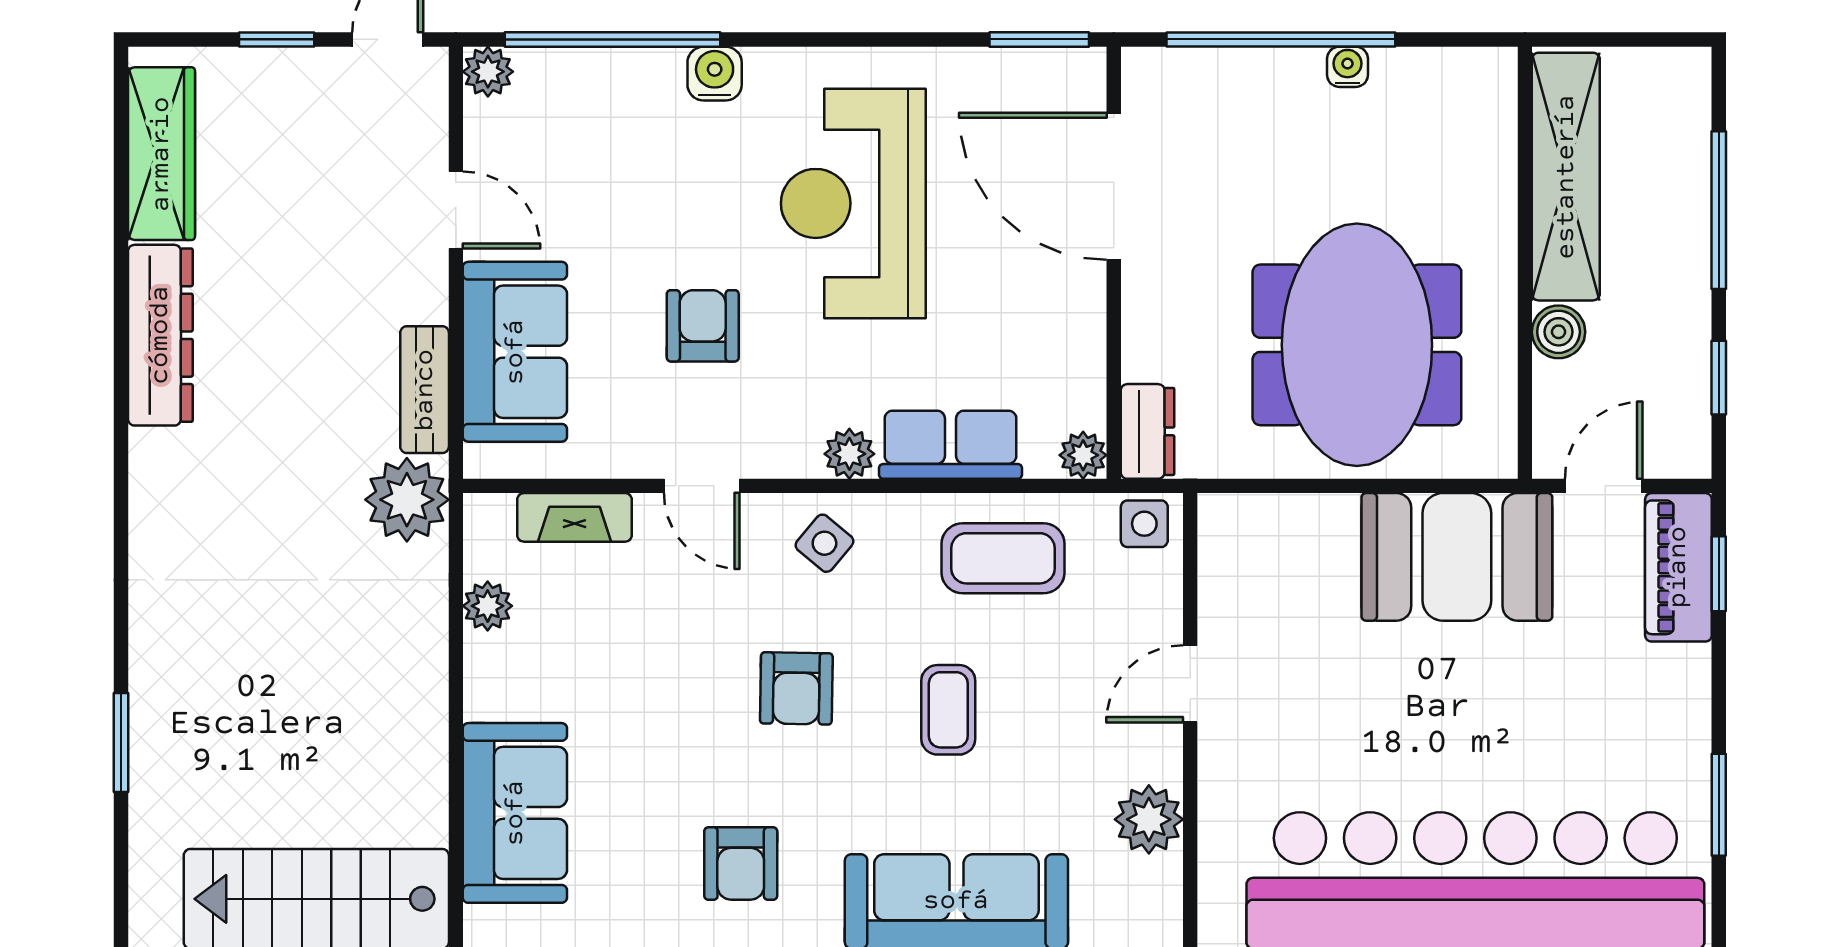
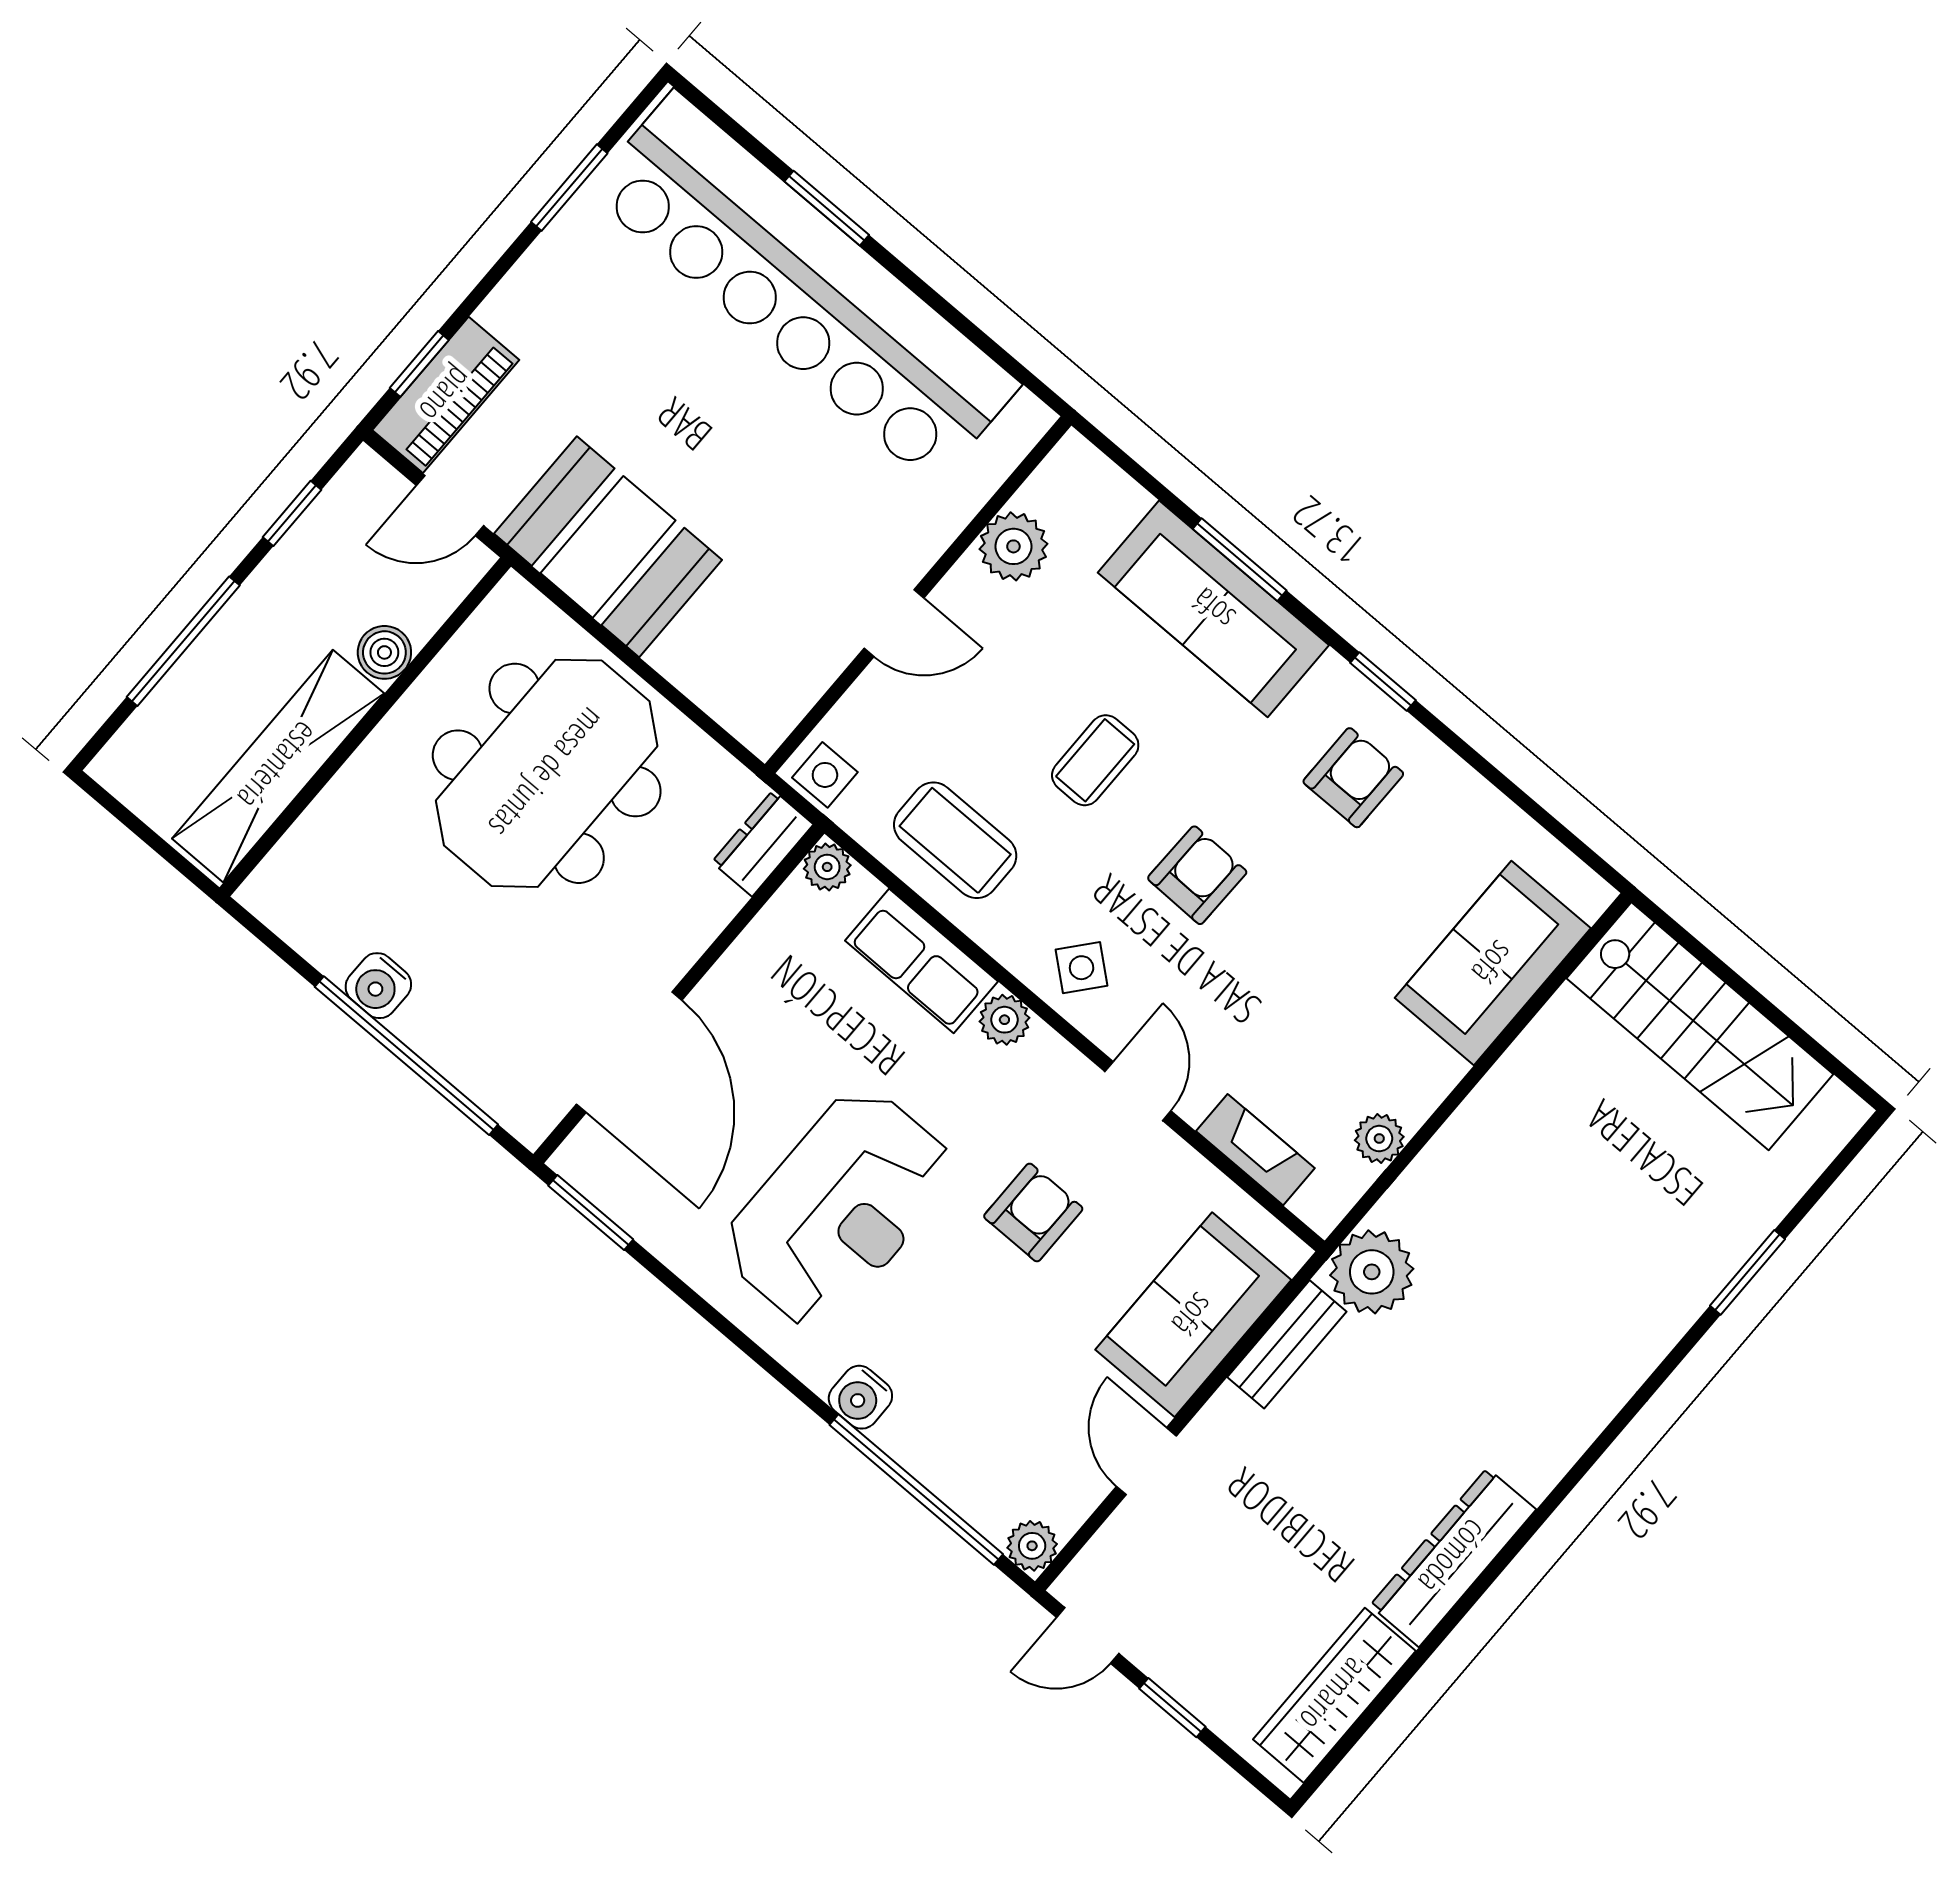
water cooler: (1347, 67) -> (378, 986), width x1.38, depth x1.38
armchair: (703, 326) -> (1033, 1213), turned 180

